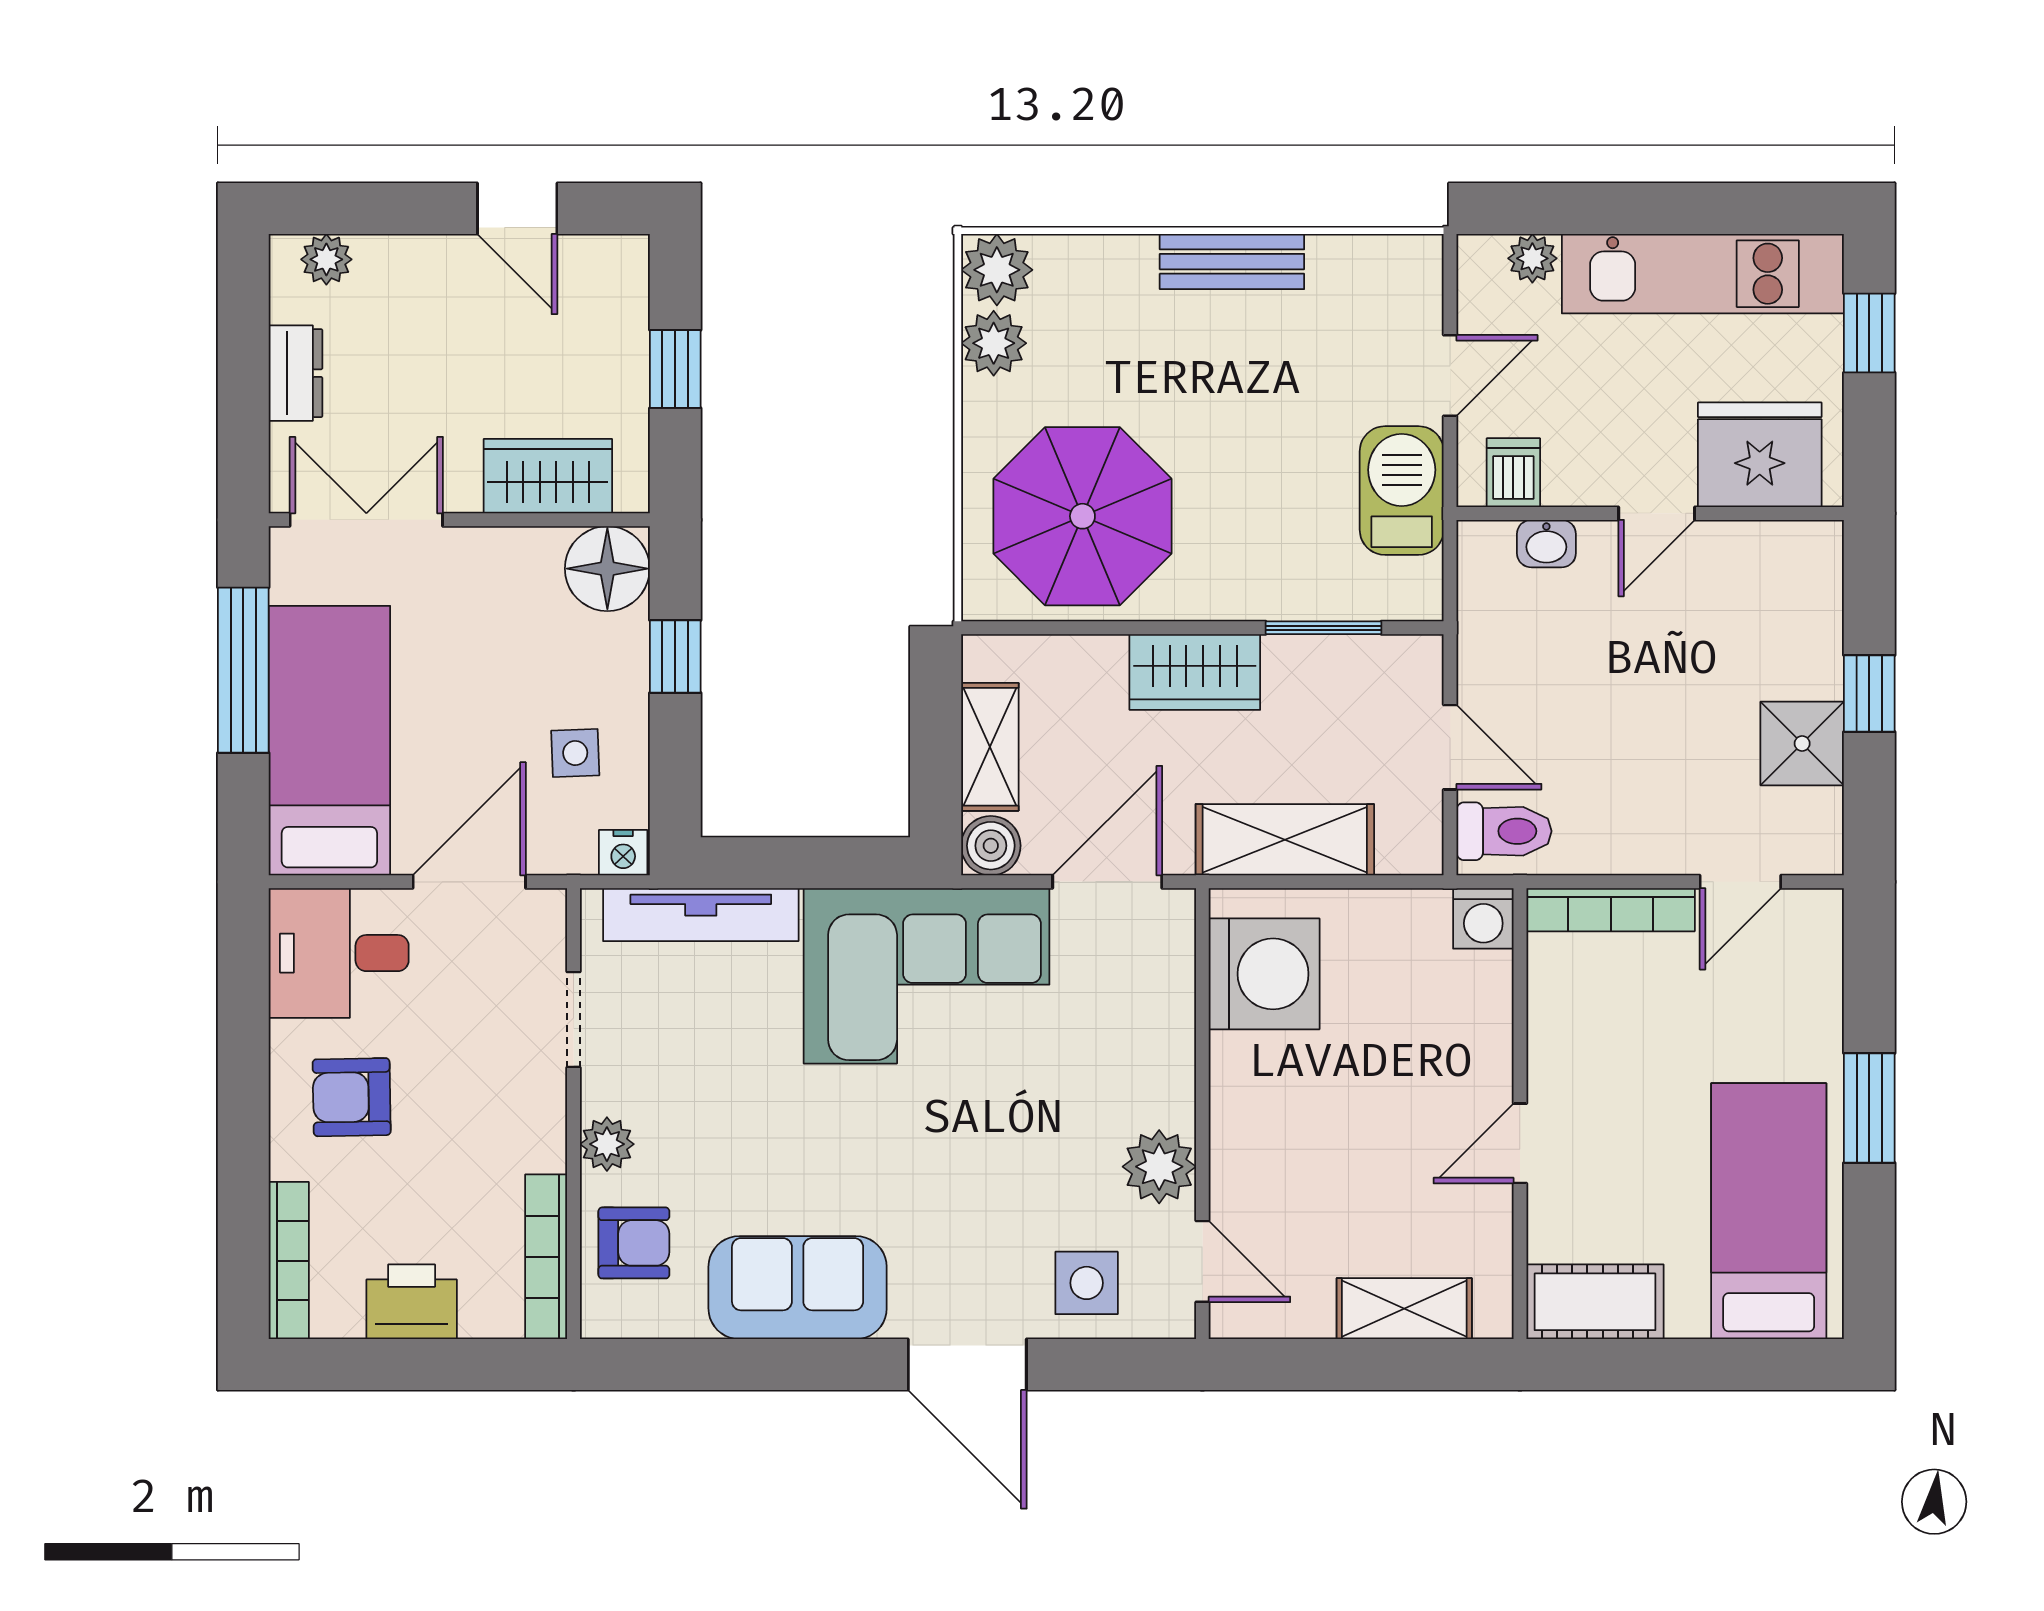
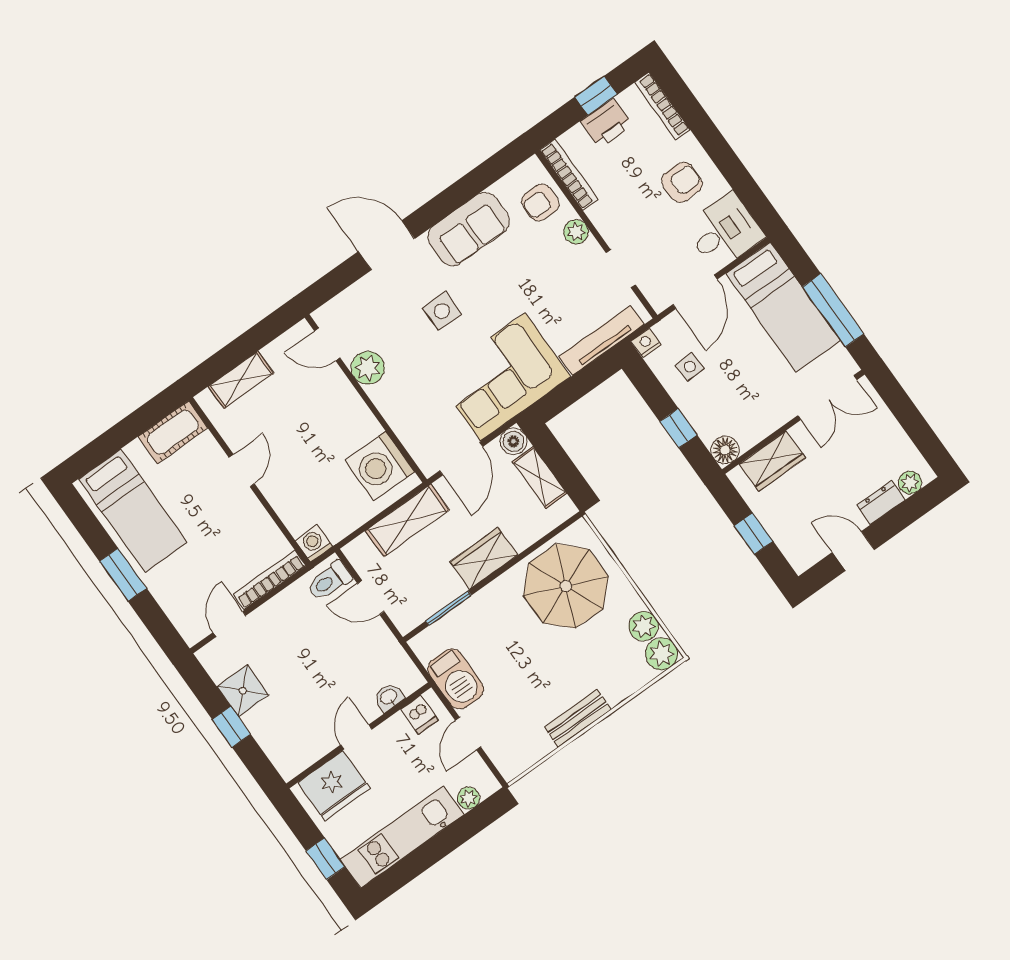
dresser: (296, 373) -> (881, 502), moved, turned 90
floor lamp: (607, 569) -> (725, 450), width x0.73, depth x0.73
side table: (1087, 1283) -> (442, 311), moved
window: (395, 1365) -> (596, 96), added

